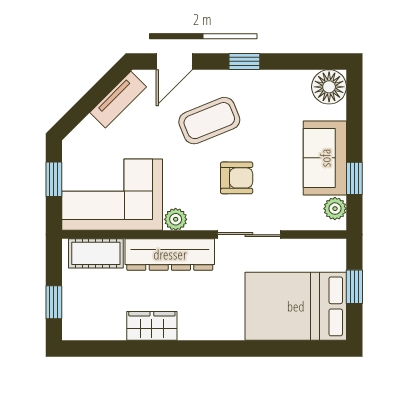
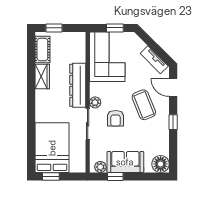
plant: (176, 219) -> (95, 102), moved
cot: (96, 253) -> (42, 49), moved
window: (354, 287) -> (51, 177), moved

